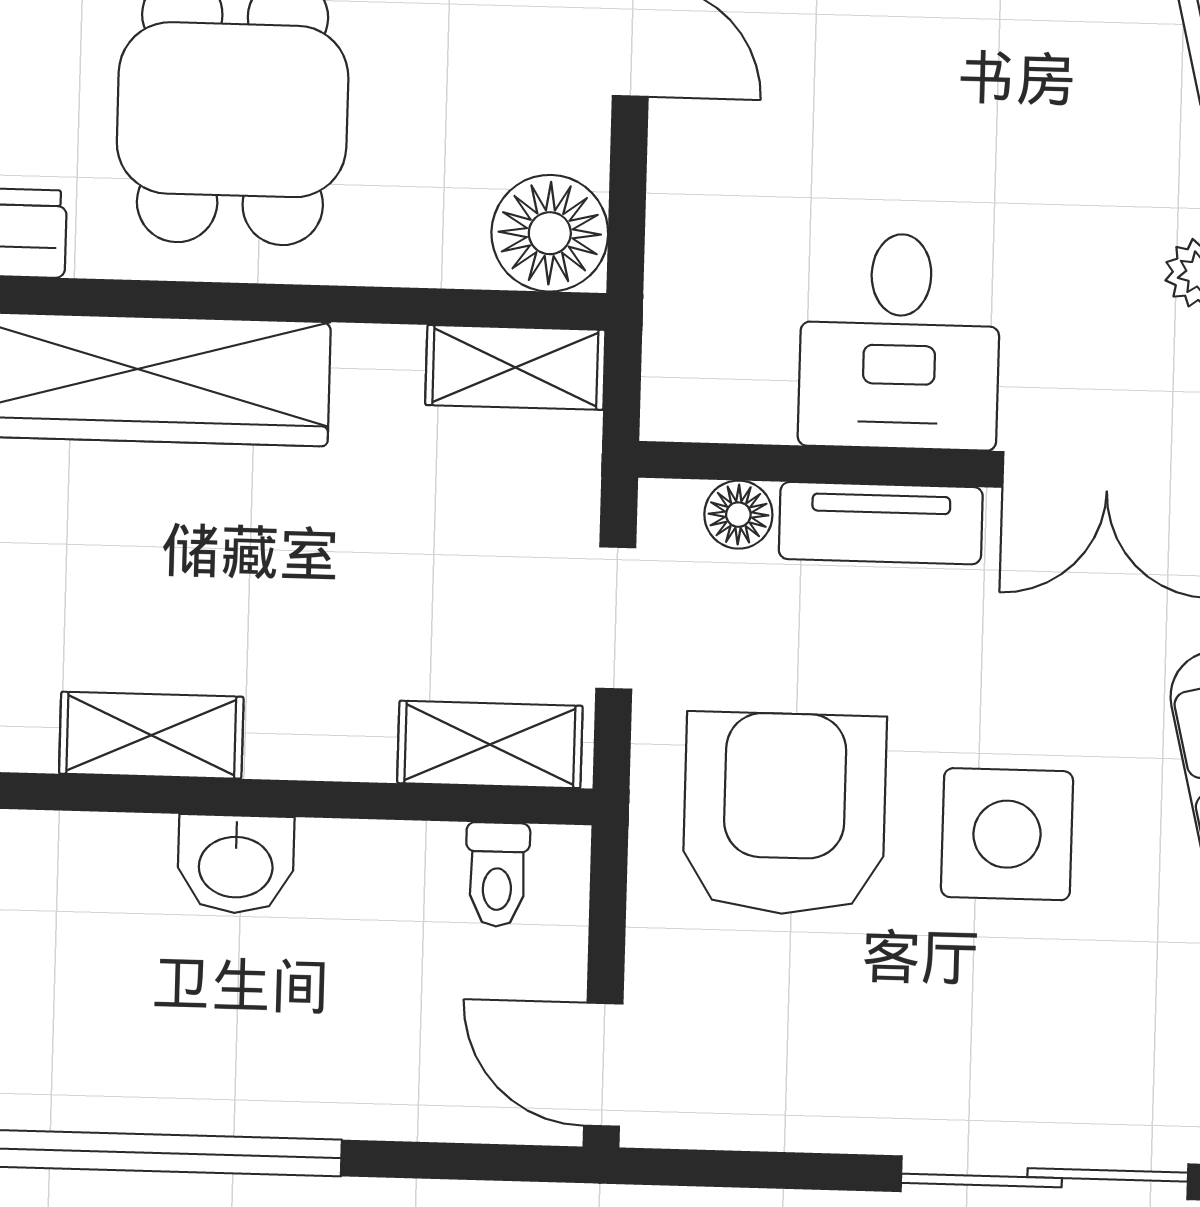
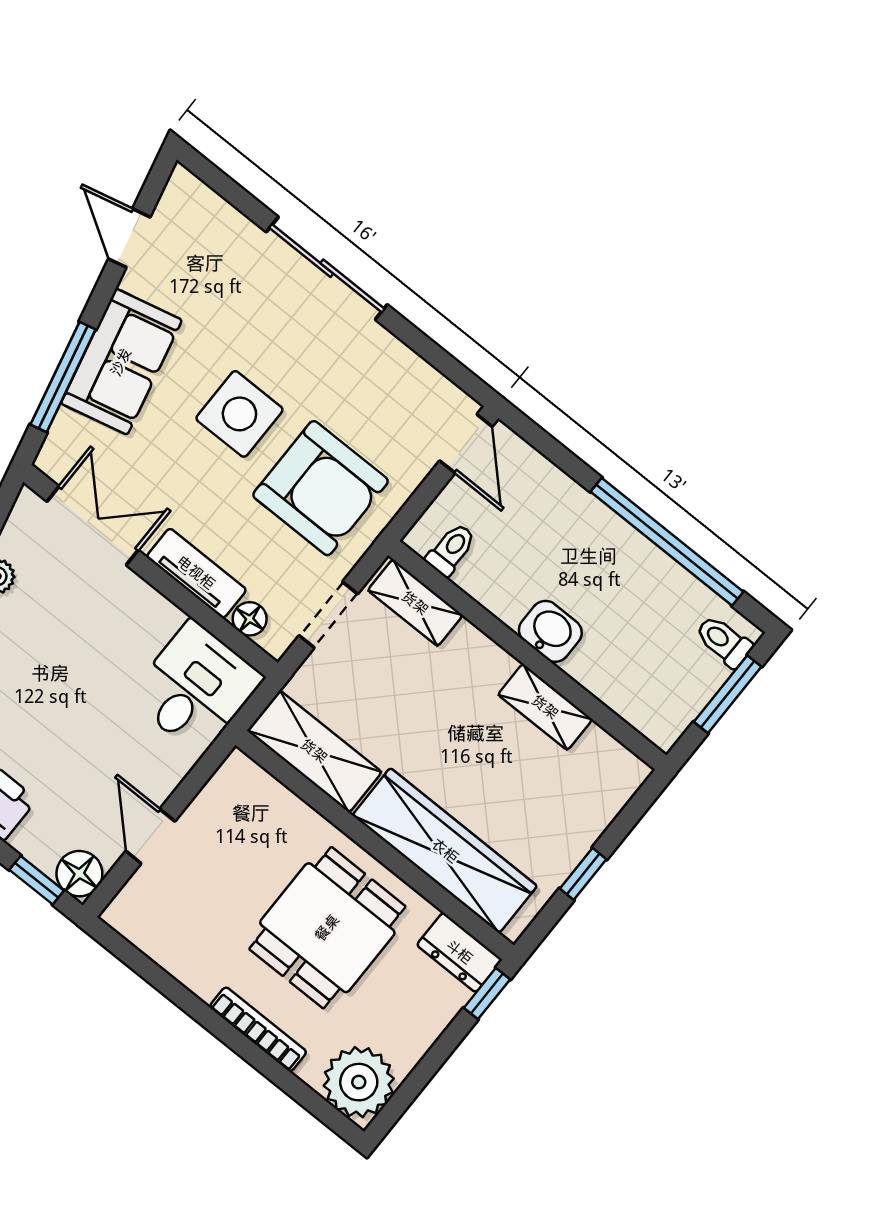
floor lamp: (550, 233) -> (240, 785), removed
desk: (900, 341) -> (196, 688), moved
shelving: (515, 367) -> (314, 751), width x1.50, depth x1.33
armchair: (784, 814) -> (321, 488), turned -90

